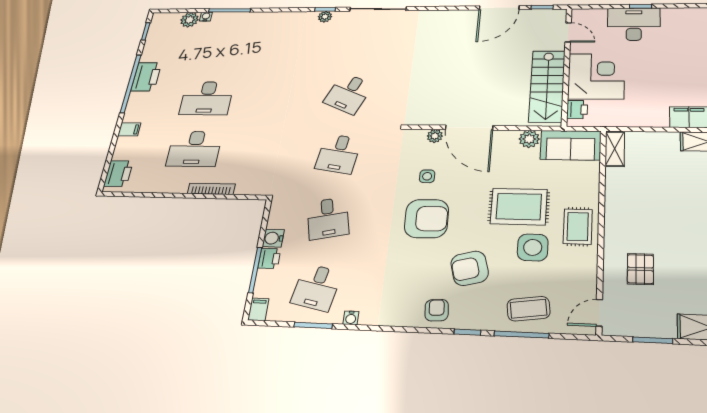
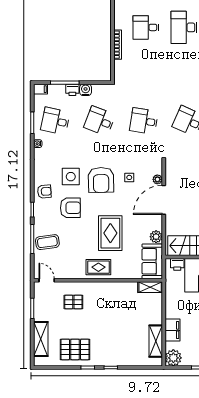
desk: (194, 149) -> (146, 27), width x0.73
desk: (328, 218) -> (100, 121), turned 33
side table: (533, 247) -> (71, 177), moved
armchair: (470, 268) -> (70, 208), turned 105
coffee table: (529, 309) -> (47, 242), turned 90

